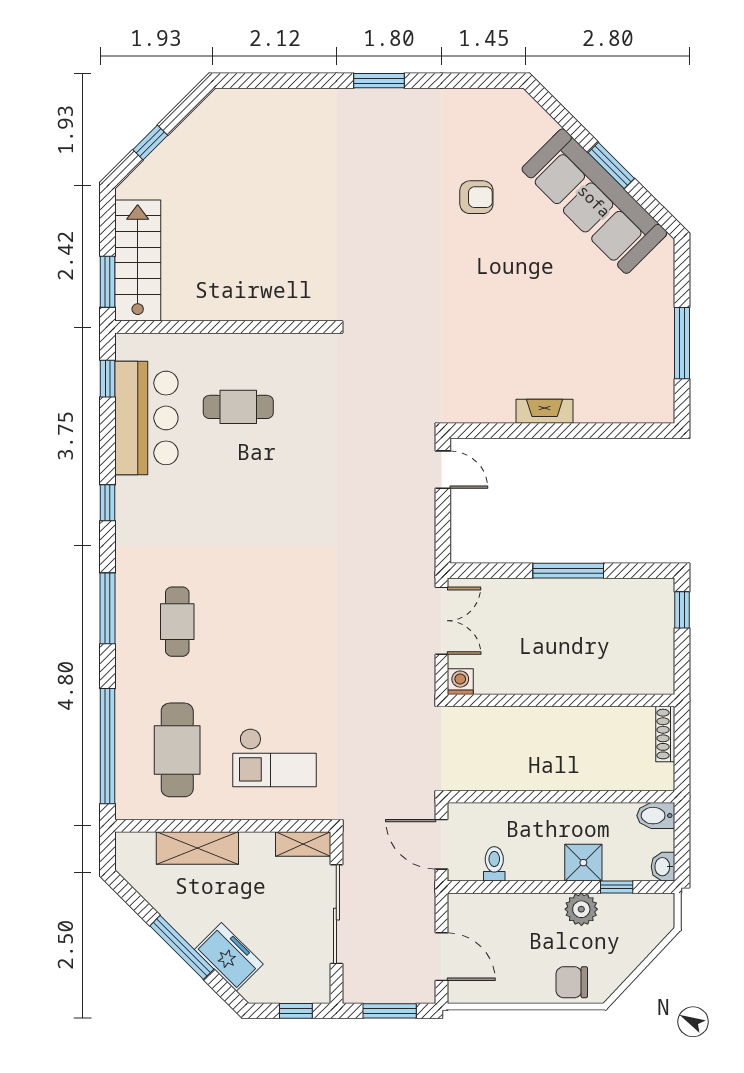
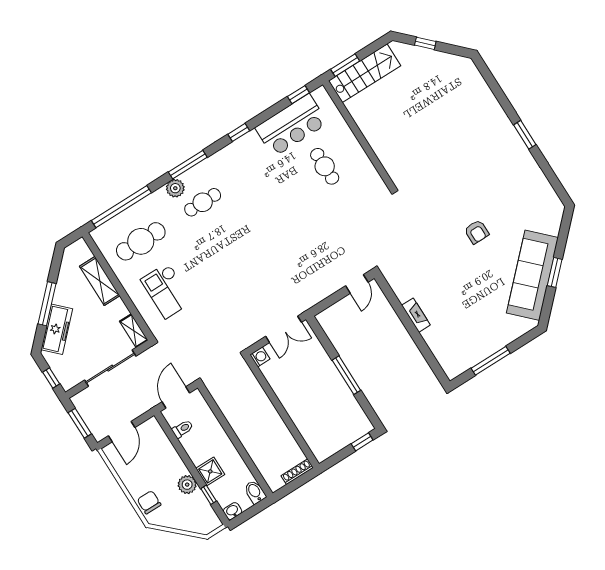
armchair: (476, 197) -> (477, 232), moved
plant: (131, 649) -> (175, 188), added
freezer: (229, 957) -> (57, 329), width x1.40

